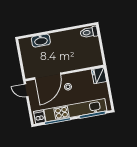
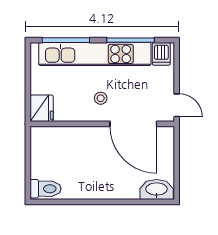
washbasin: (41, 41) -> (157, 190), moved
door: (48, 76) -> (133, 124), swing flipped

